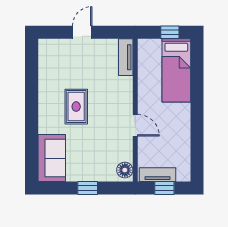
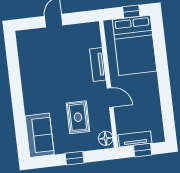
tv unit: (126, 57) -> (98, 64), moved
bed: (176, 70) -> (135, 45), width x1.50
rug: (76, 107) -> (78, 117), moved

